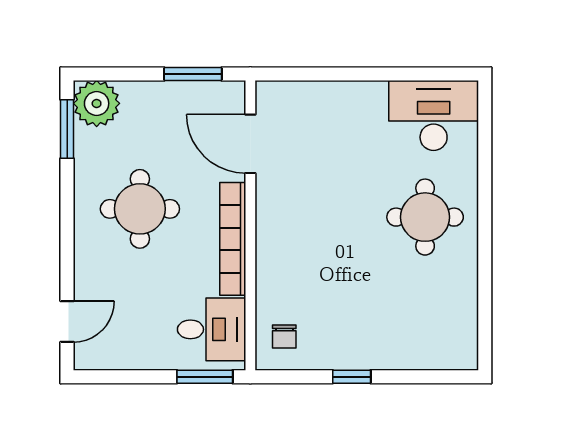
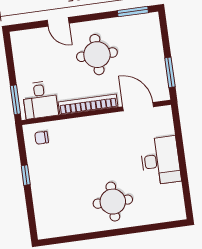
plant: (97, 103) -> (148, 25), removed
desk: (434, 115) -> (160, 161), moved
door: (250, 144) -> (138, 107), hinge flipped
door: (67, 322) -> (58, 22), moved

